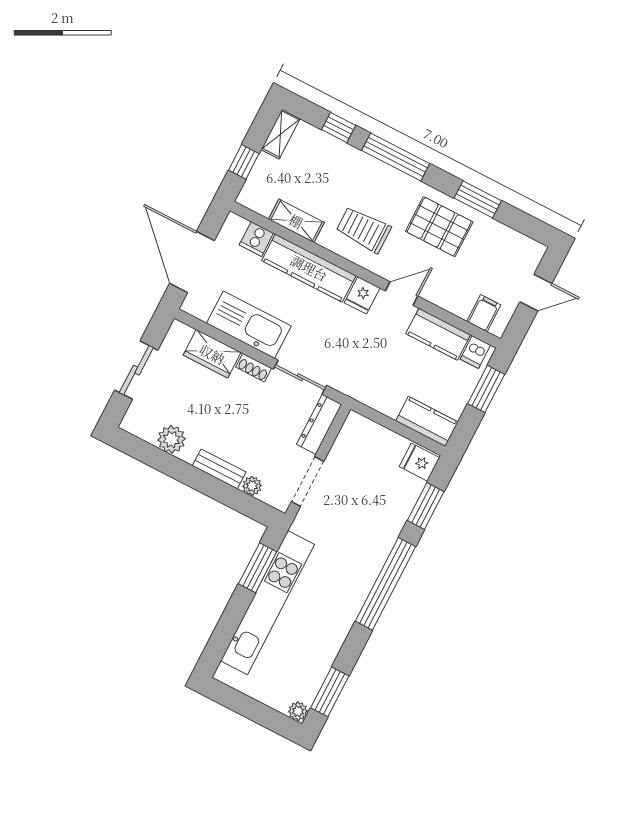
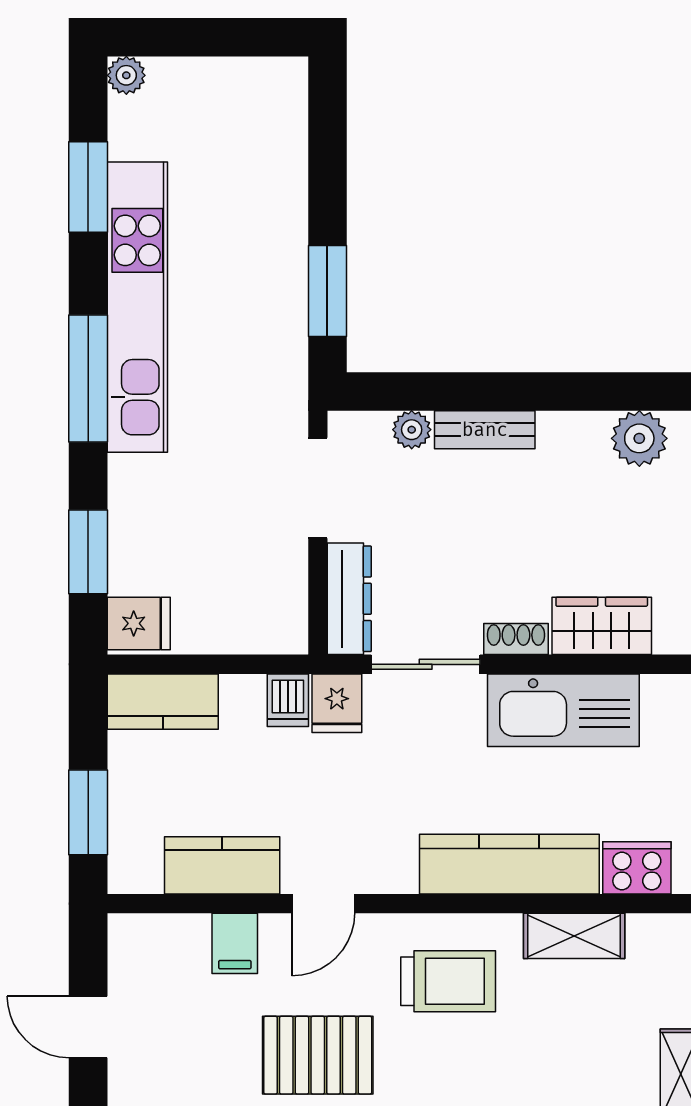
cooker: (256, 239) -> (637, 868), width x1.36
door: (536, 293) -> (88, 1027), hinge flipped
fridge: (362, 295) -> (337, 703), moved, turned 180
filing cabinet: (484, 313) -> (235, 943), moved
dishwasher: (475, 352) -> (288, 700), moved, turned 180
plant: (171, 439) -> (639, 438), moved
window: (385, 584) -> (88, 378), width x0.68
kitchen unit: (268, 603) -> (137, 307), moved, turned 180
window: (330, 692) -> (88, 187), moved

